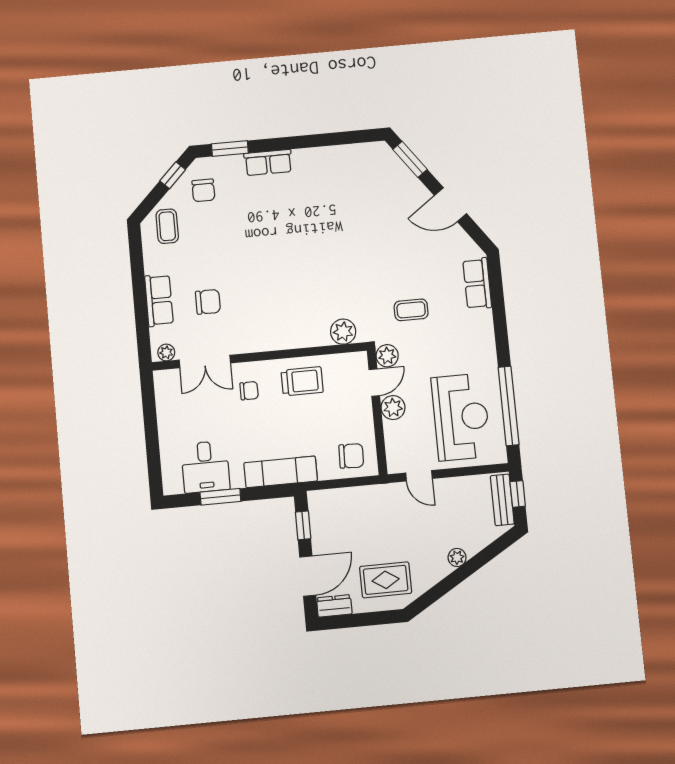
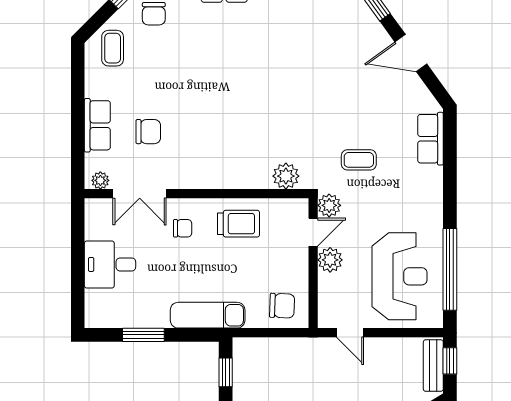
desk: (205, 467) -> (110, 264), moved, turned 90

